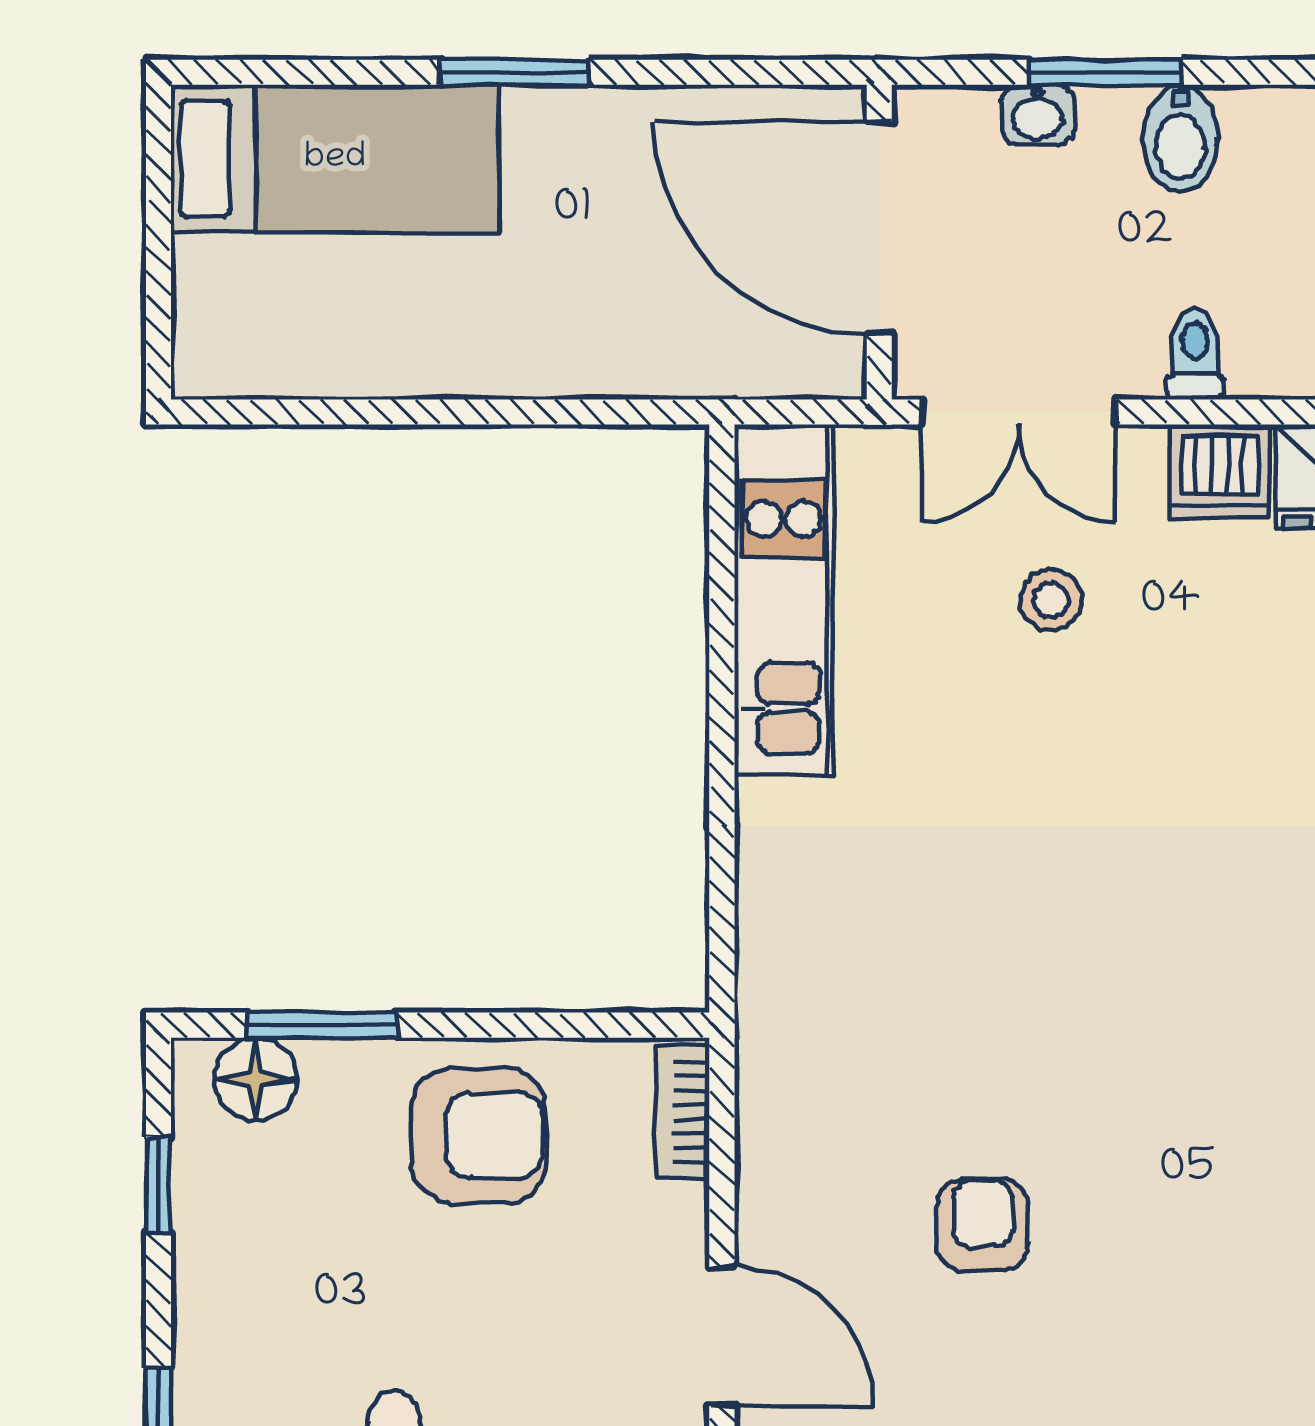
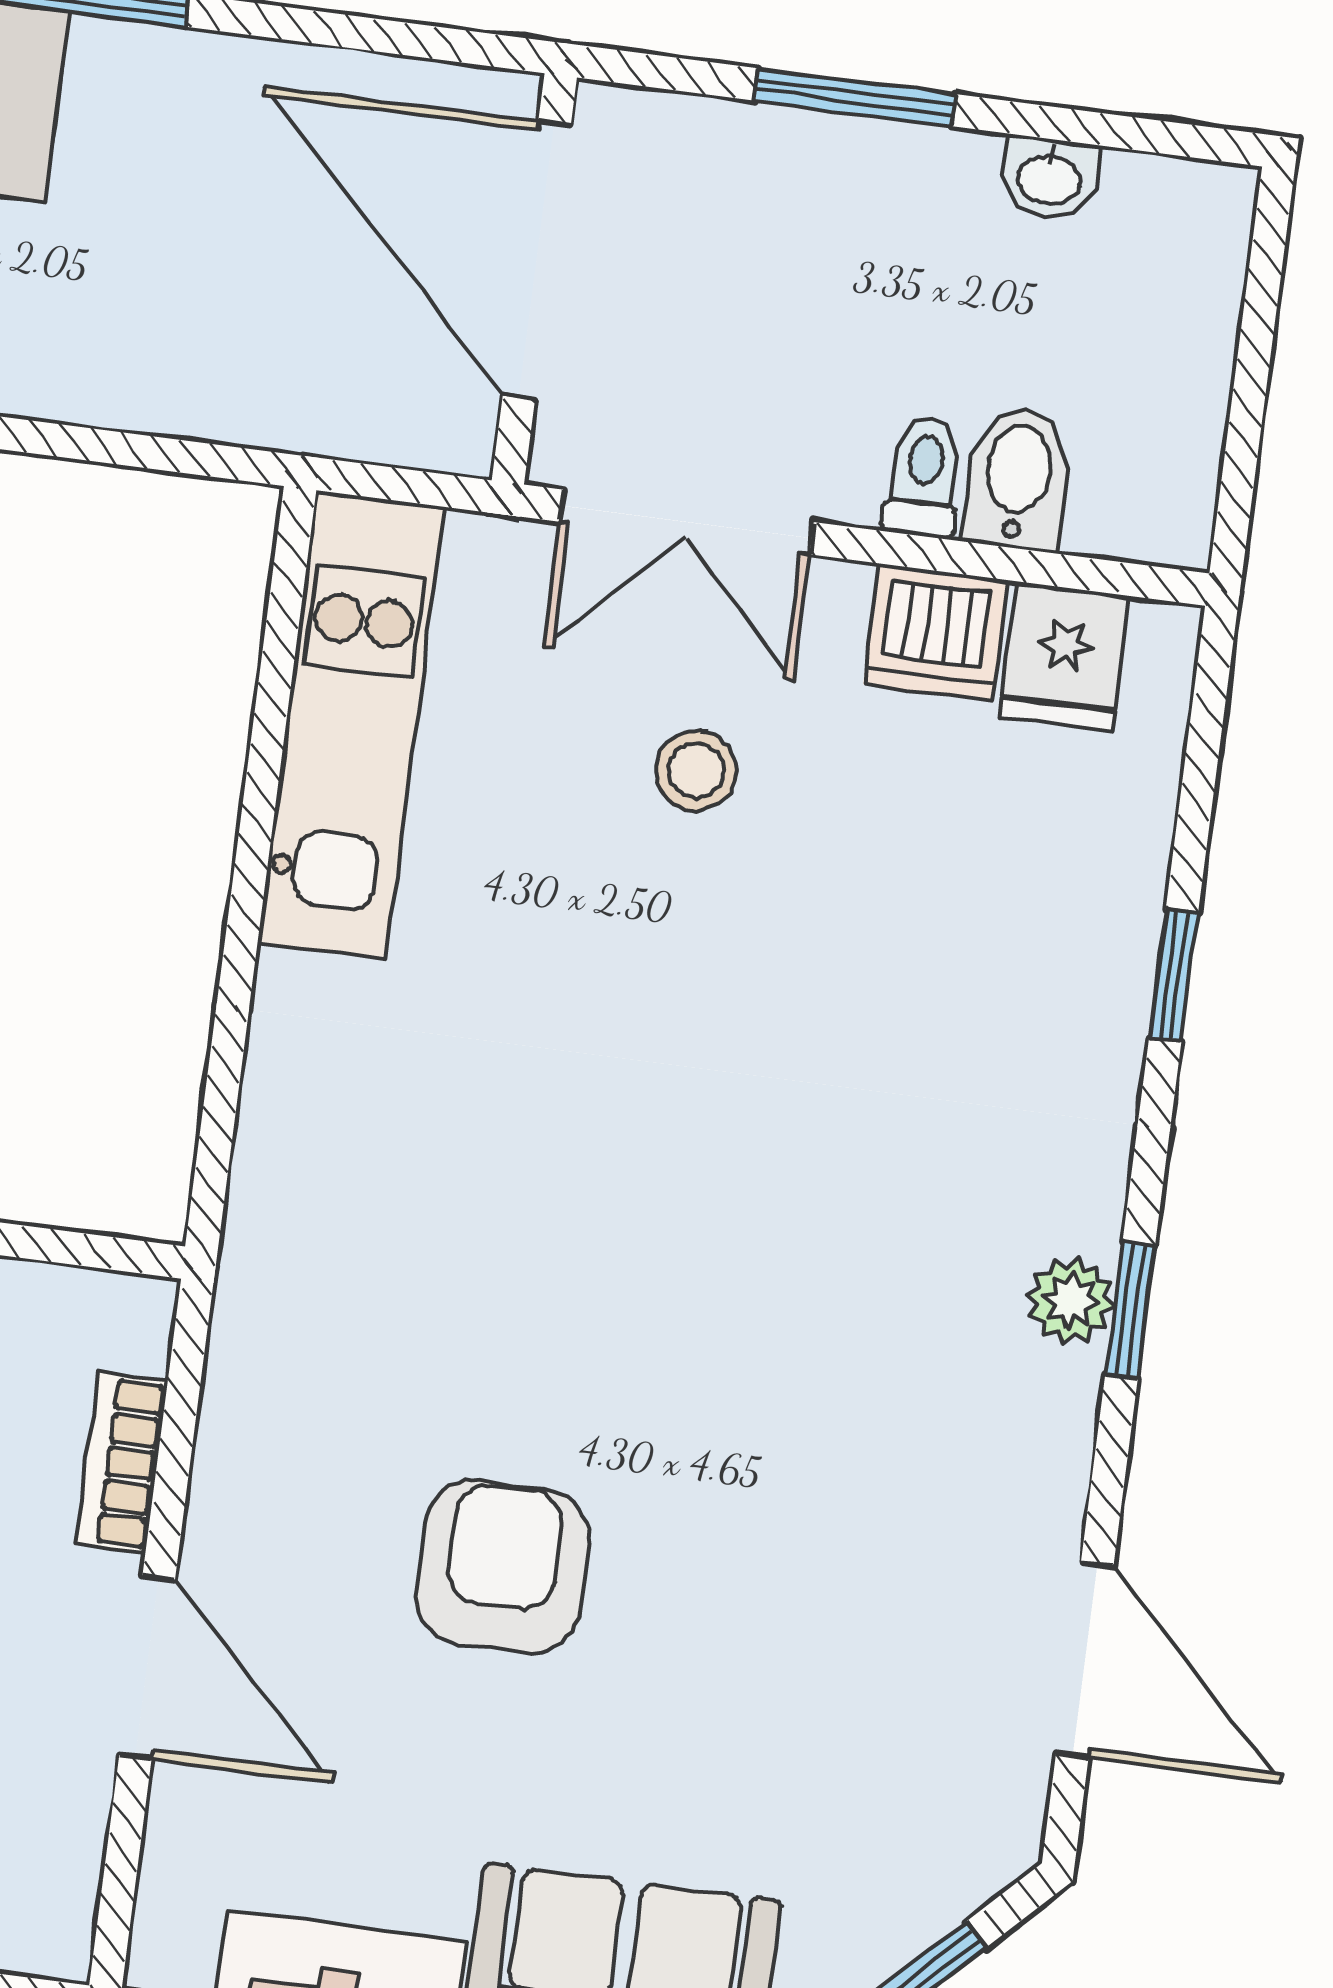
washbasin: (1038, 114) -> (1049, 178), moved
bidet: (1180, 138) -> (1018, 478), moved, turned 180
bookcase: (683, 1112) -> (122, 1463), moved
armchair: (982, 1225) -> (502, 1567), width x1.38, depth x1.38

